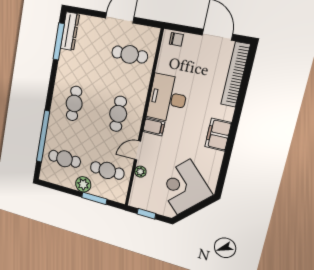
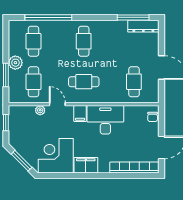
cafe table: (74, 103) -> (84, 41), turned 90
corner desk: (184, 187) -> (56, 156), moved, turned -45
window: (195, 209) -> (22, 161), added

